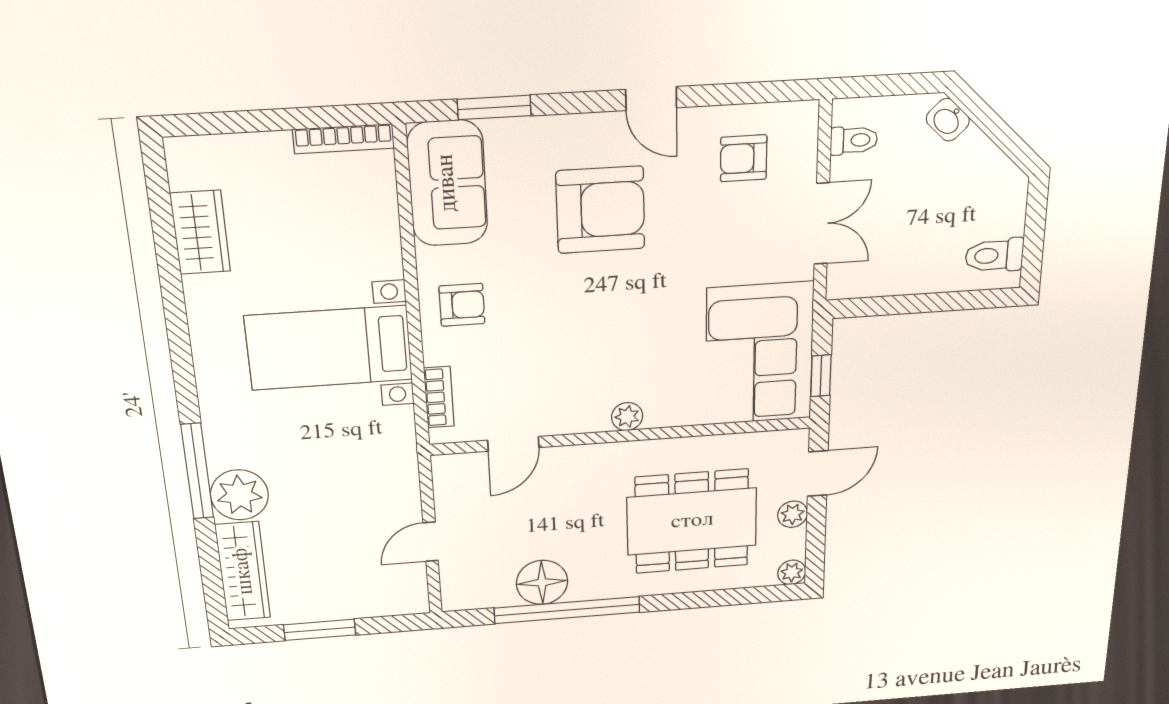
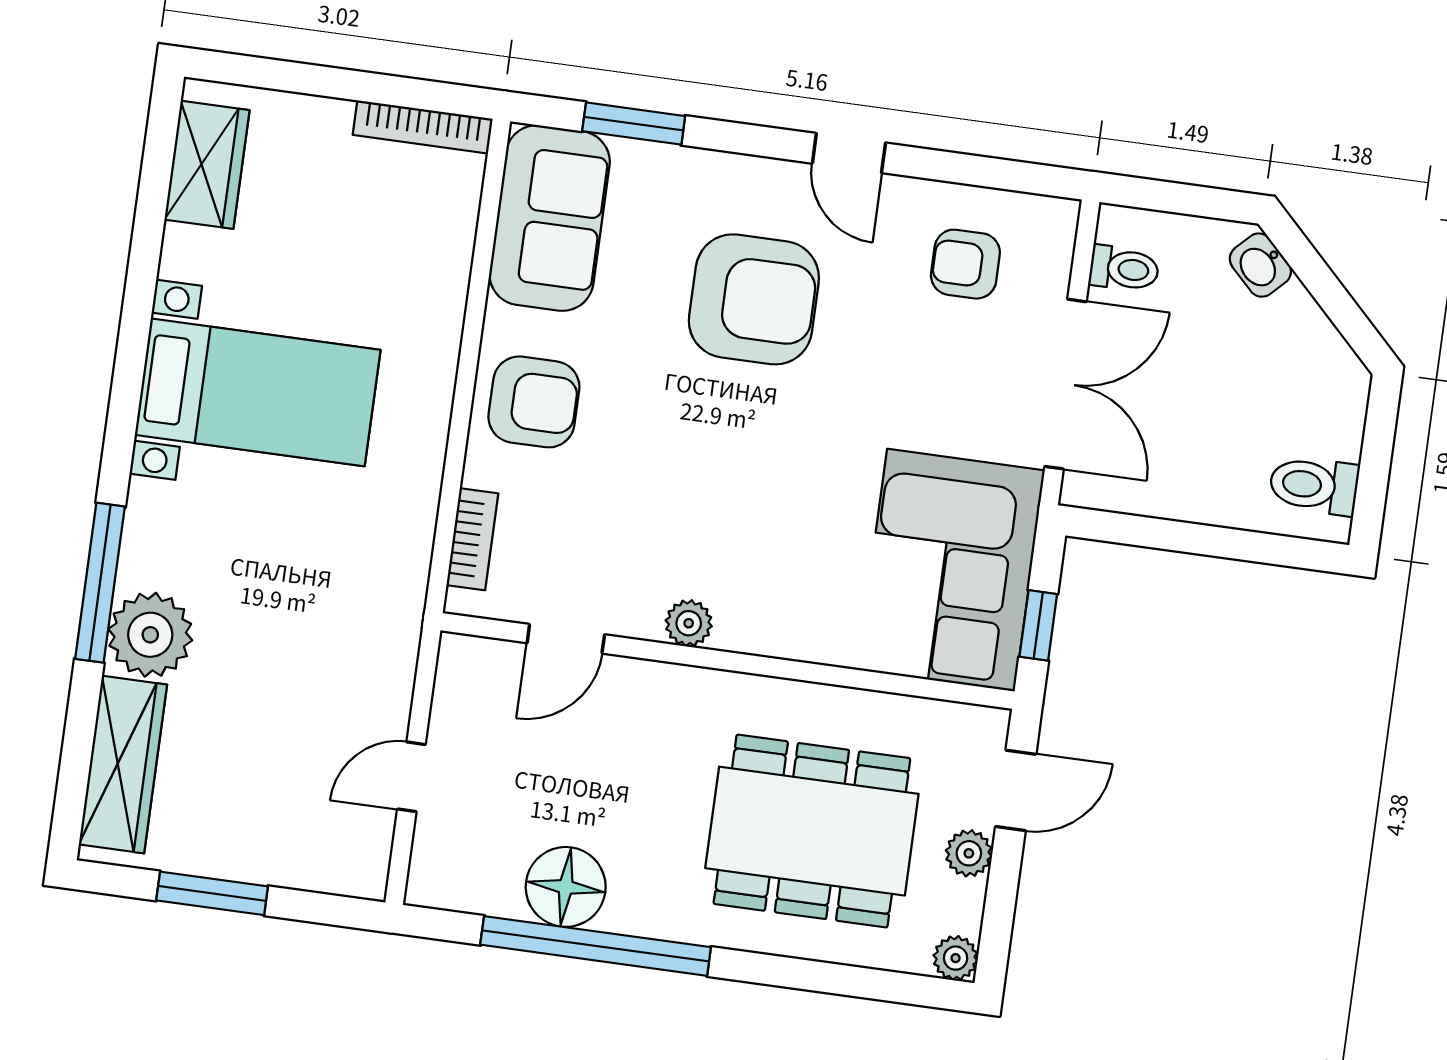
double door: (822, 224) -> (1065, 384), width x1.37
wardrobe: (200, 232) -> (207, 165), moved
armchair: (462, 305) -> (534, 402), width x1.38, depth x1.38
bed with nightstands: (329, 348) -> (258, 392), moved, turned 180
plant: (627, 417) -> (689, 623), moved

